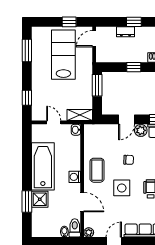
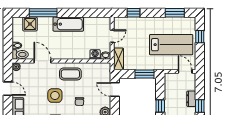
window: (69, 22) -> (200, 37), moved
door: (126, 119) -> (115, 89), moved
bathtub: (43, 166) -> (68, 24), width x0.73, depth x0.73
washing machine: (75, 177) -> (95, 54), moved
shower: (40, 199) -> (30, 24), moved
window: (27, 202) -> (43, 13), width x1.44
door: (82, 202) -> (43, 61), swing flipped

